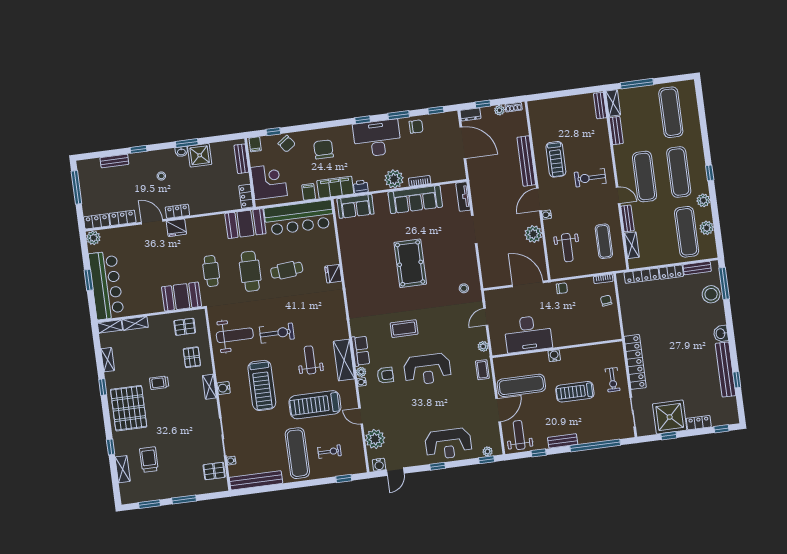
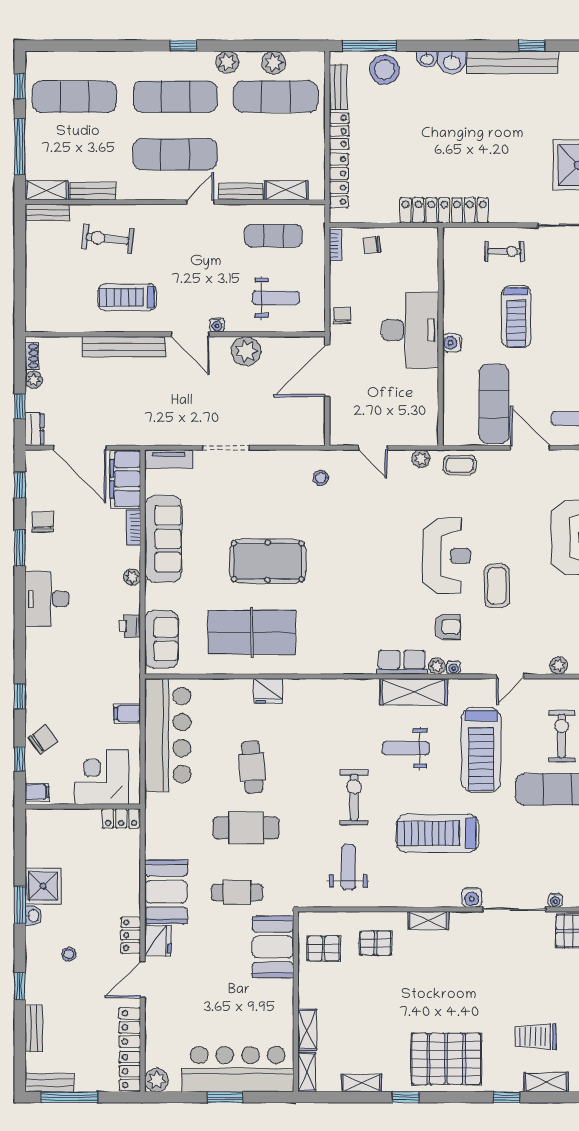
window: (673, 79) -> (20, 86), added
window: (363, 120) -> (20, 696), moved
desk: (377, 138) -> (47, 599), width x0.73, depth x0.77
door: (463, 143) -> (80, 448), swing flipped
chair: (324, 149) -> (60, 680), removed
bench: (241, 159) -> (49, 1083), moved
treadmill: (556, 159) -> (127, 297), turned 180
exercise bike: (590, 178) -> (107, 239), moved, turned 96
plant: (394, 179) -> (132, 577), width x0.53, depth x0.53
filing cabinet: (335, 187) -> (125, 479), moved
booth: (245, 224) -> (166, 892), moved
table tennis table: (367, 259) -> (252, 632), added
washbasin: (721, 319) -> (427, 59), added
pallet: (185, 327) -> (324, 948), turned 90
coffee table: (404, 329) -> (497, 586), moved
desk: (528, 334) -> (410, 330), moved
weight bench: (235, 335) -> (348, 867), width x0.73, depth x0.75
locker: (635, 362) -> (444, 210), moved
armchair: (385, 375) -> (448, 627), turned 90
trolley: (159, 383) -> (411, 1003), removed
treadmill: (262, 385) -> (438, 833), turned 180
water cooler: (224, 388) -> (472, 897), moved
plant: (375, 439) -> (559, 665), width x0.53, depth x0.53
exercise bike: (329, 452) -> (562, 736), width x1.38, depth x1.39

